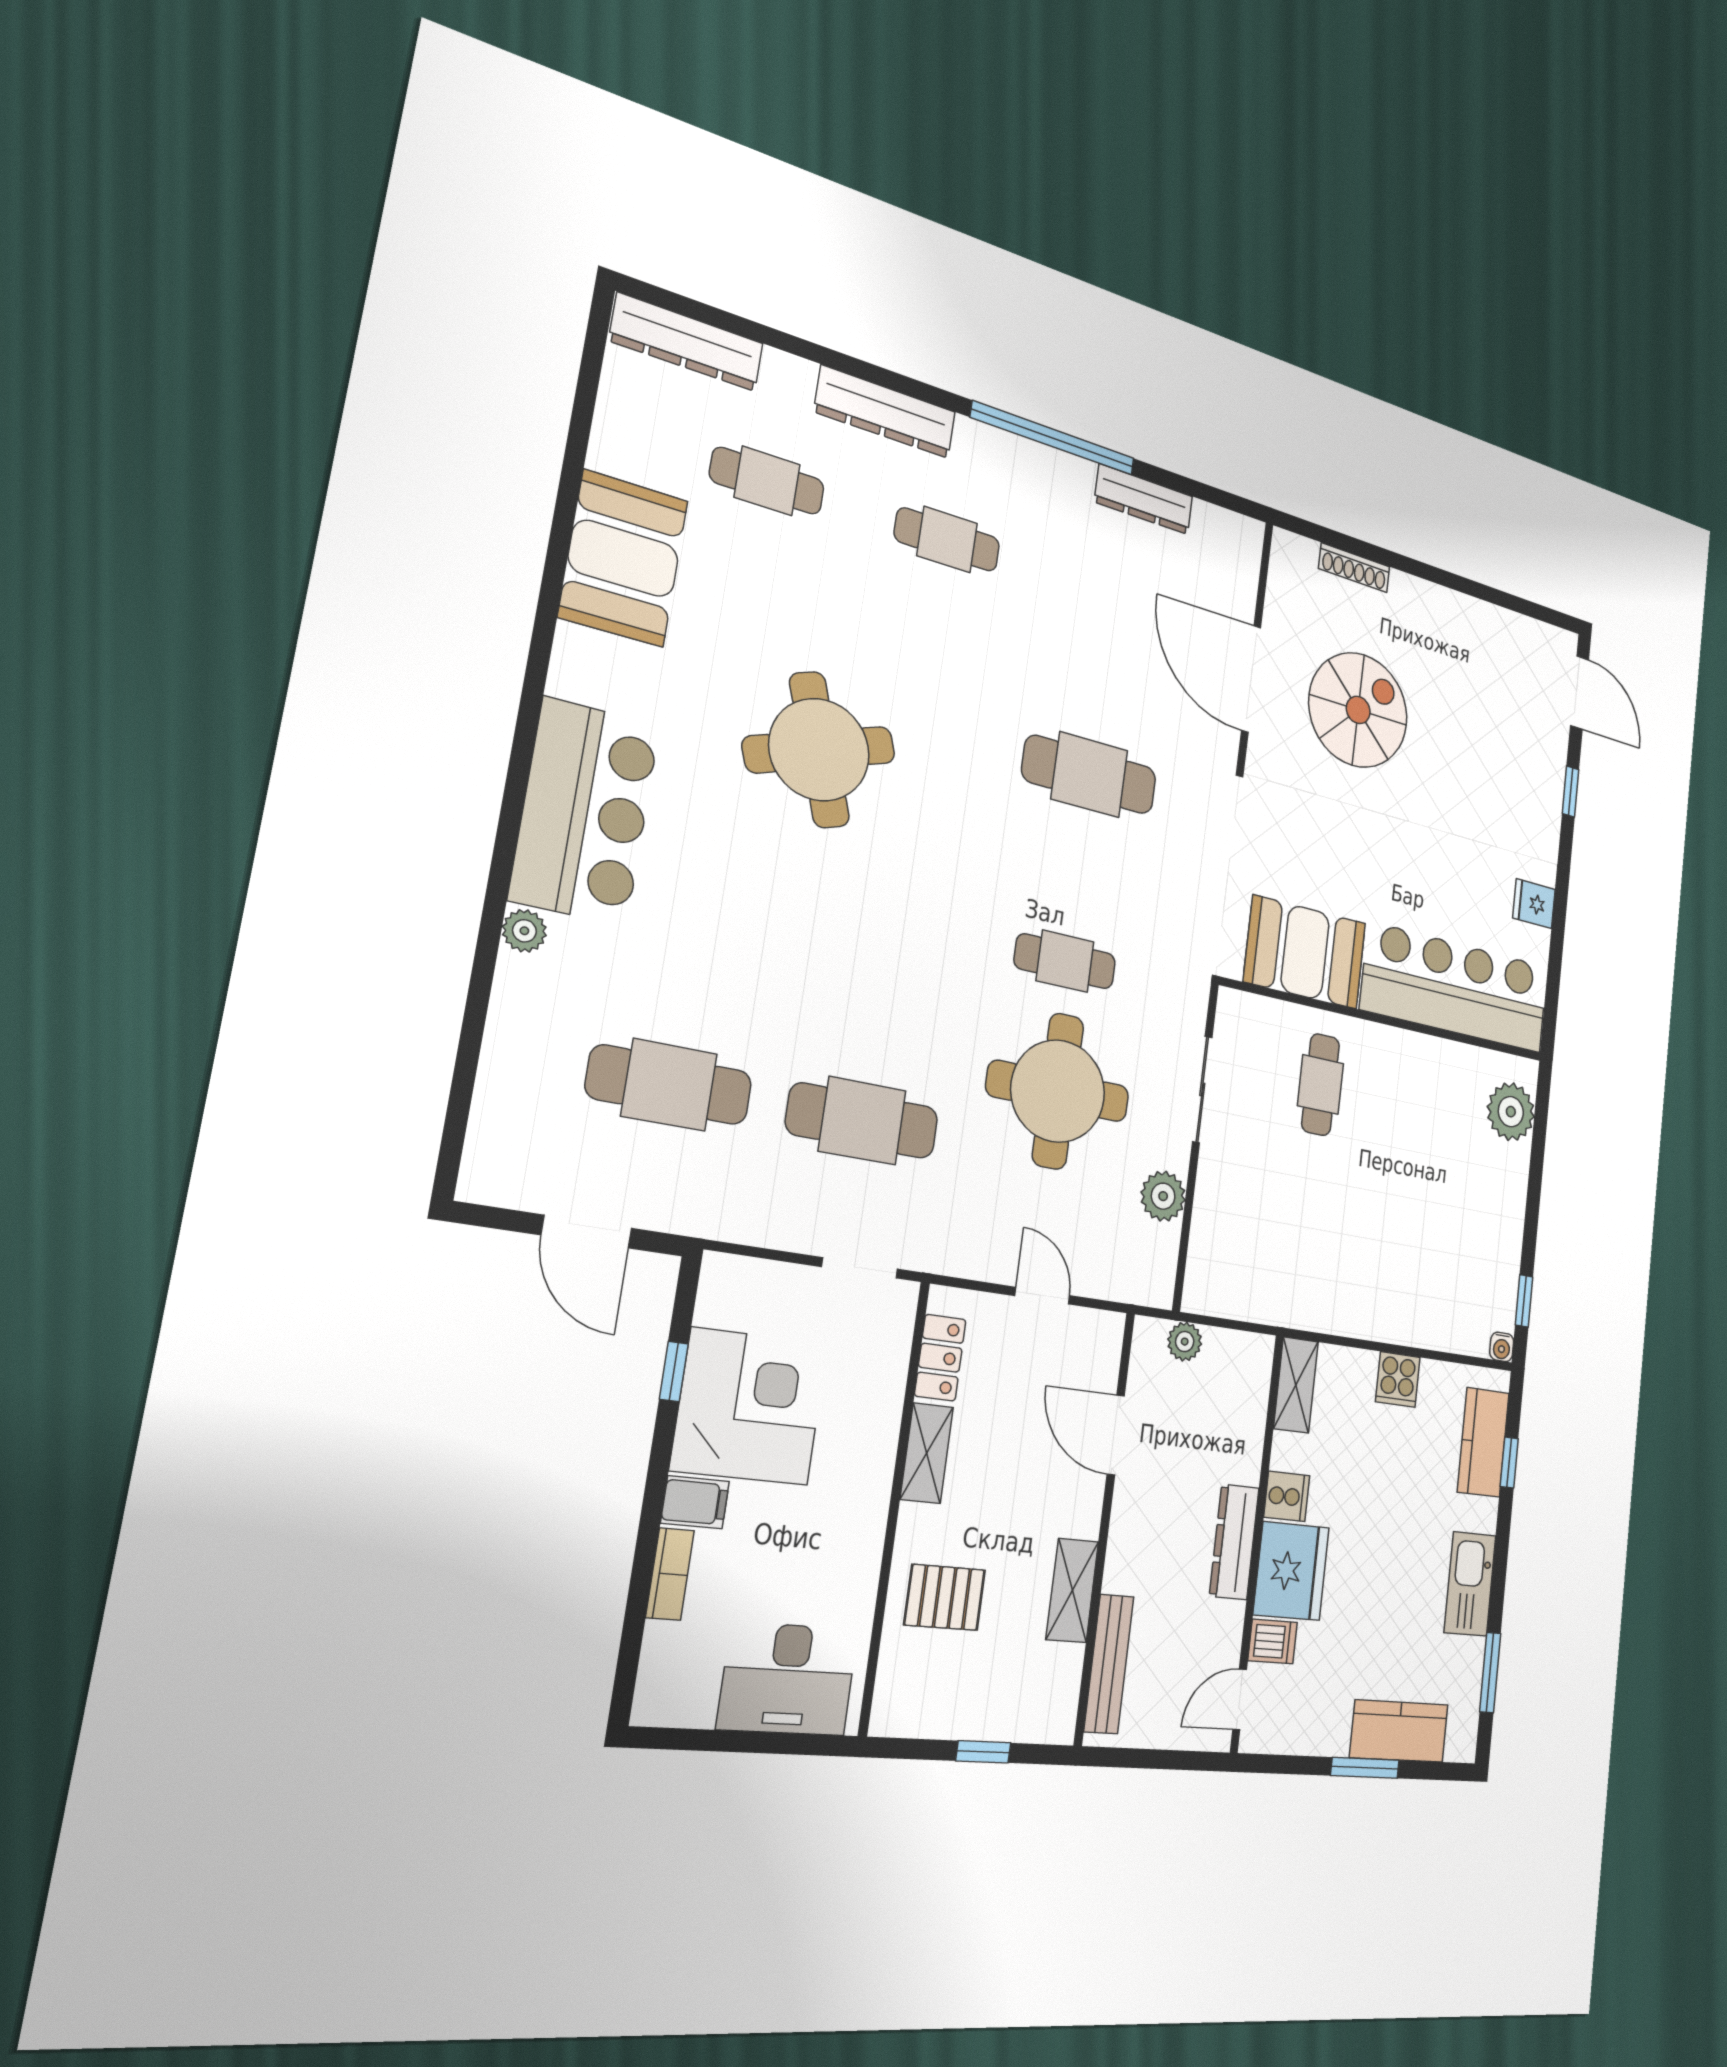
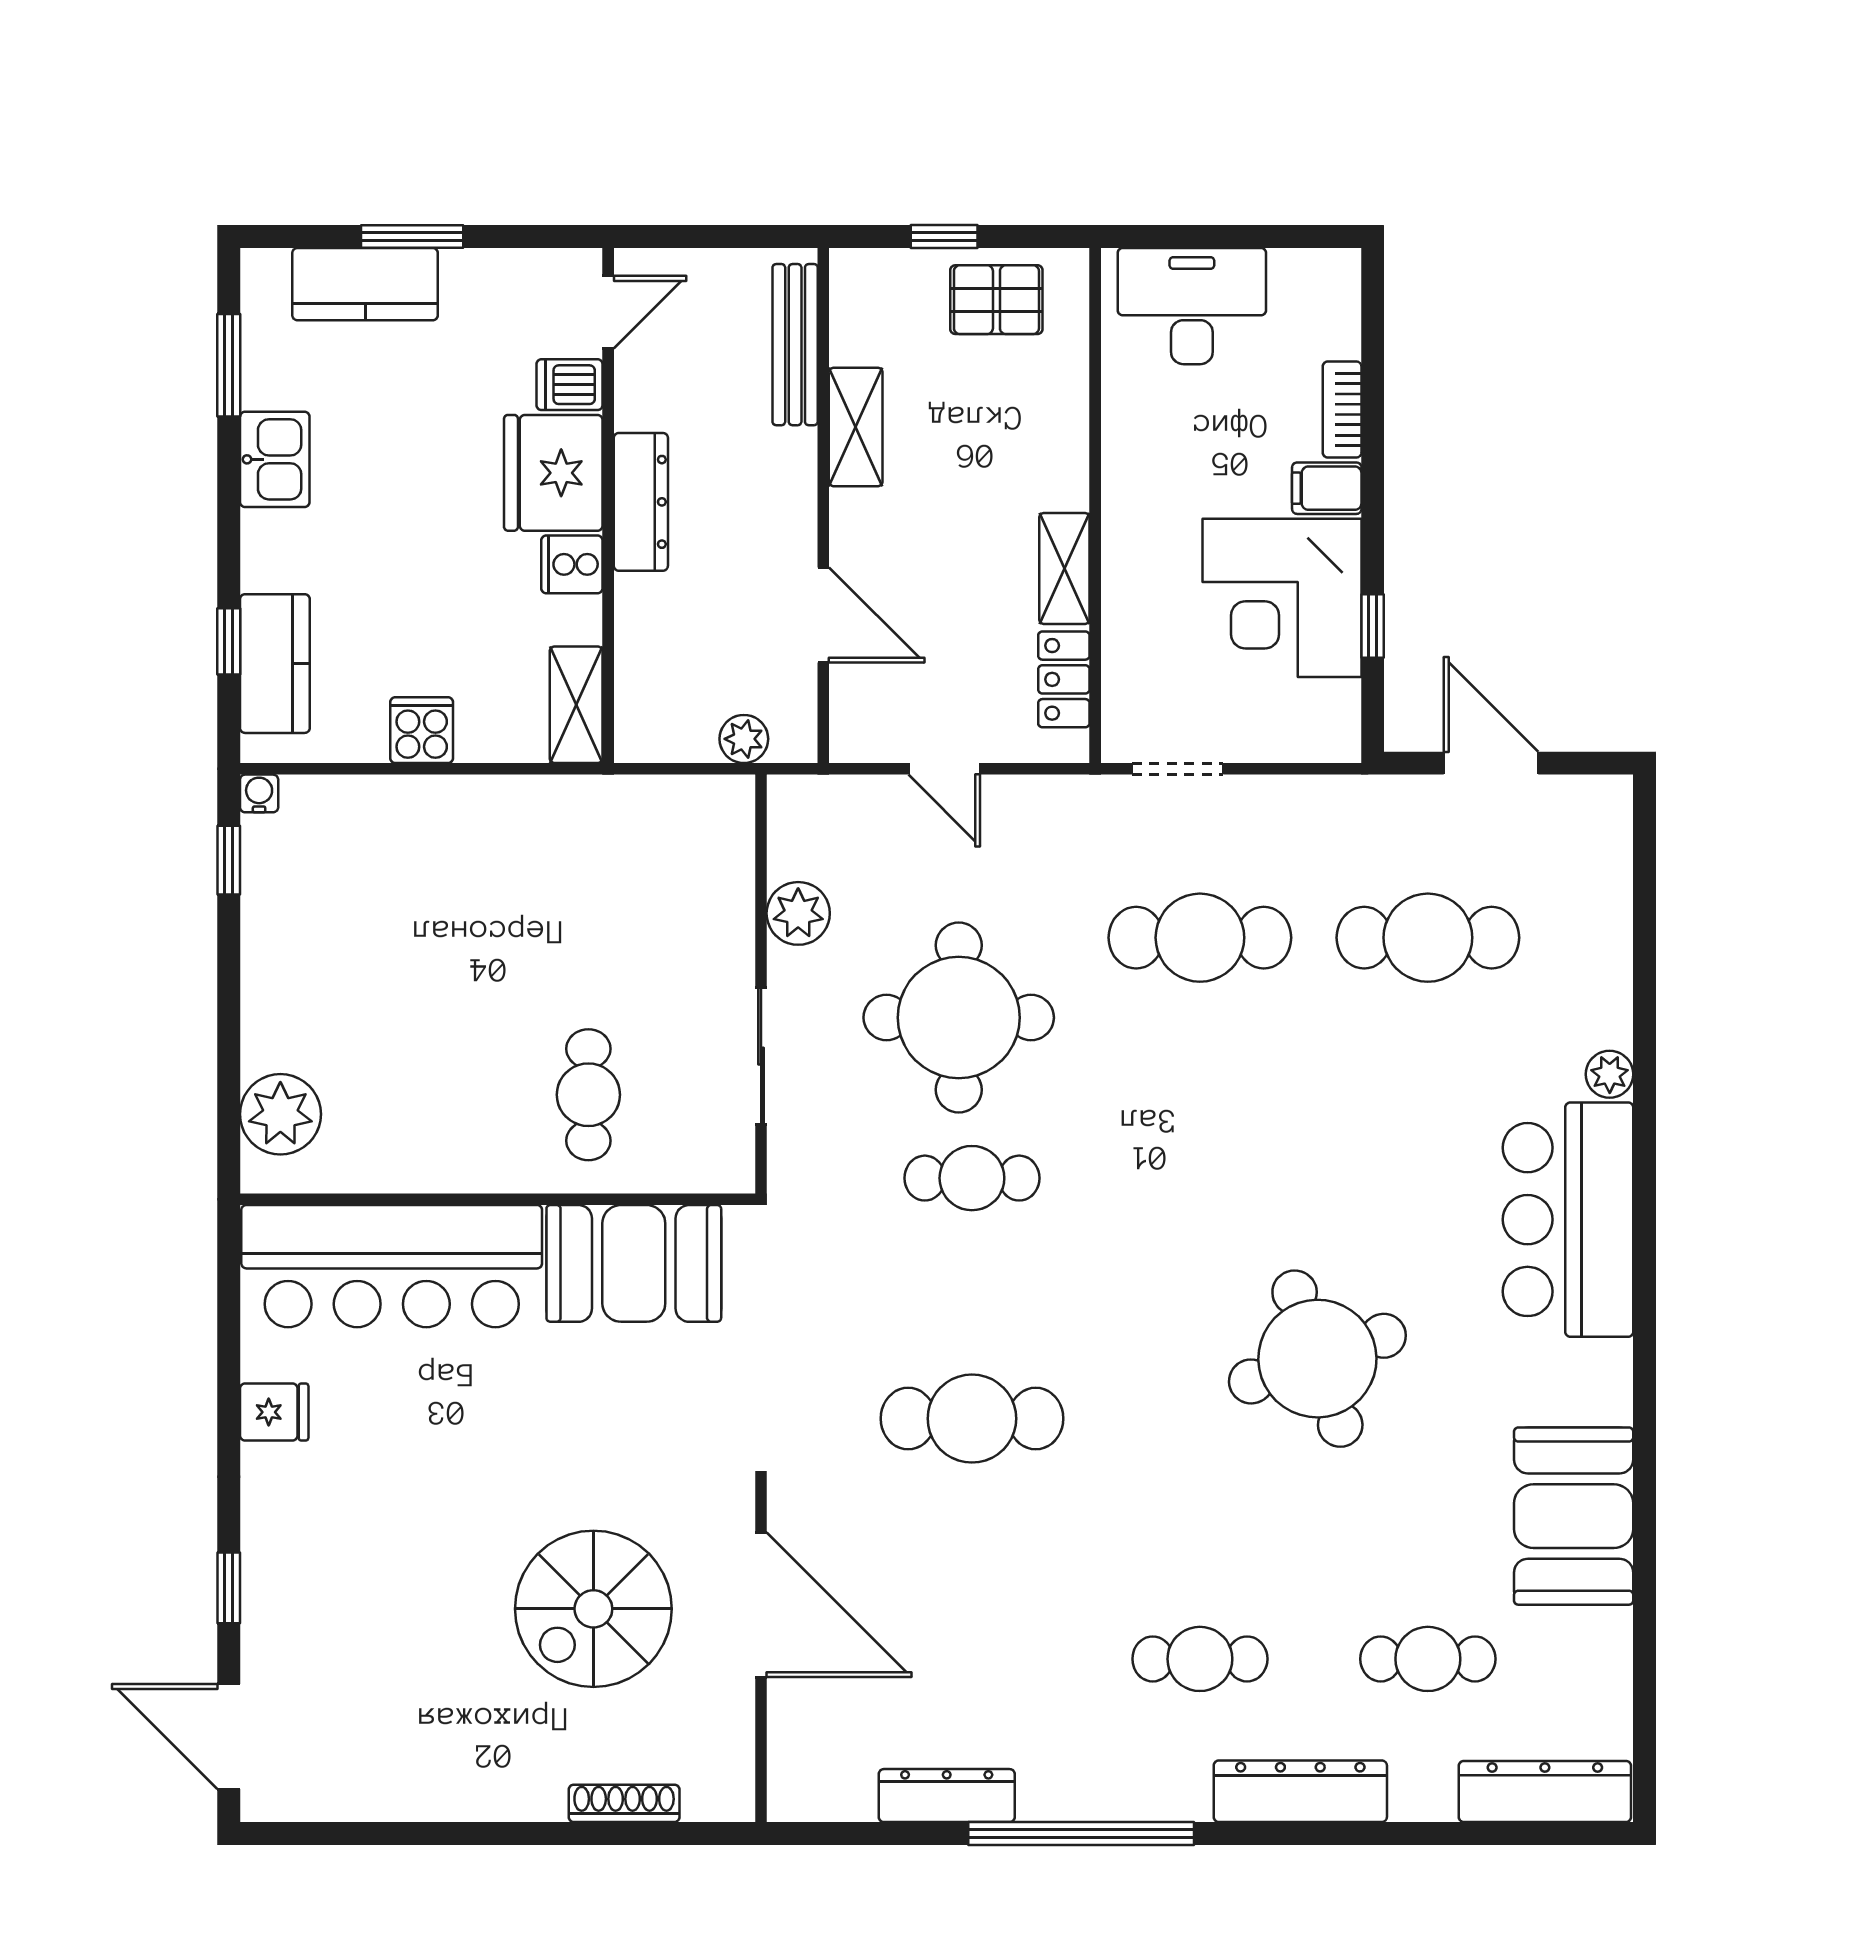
kitchen sink: (1470, 1584) -> (275, 459), width x0.73
pallet: (945, 1597) -> (996, 300), moved

